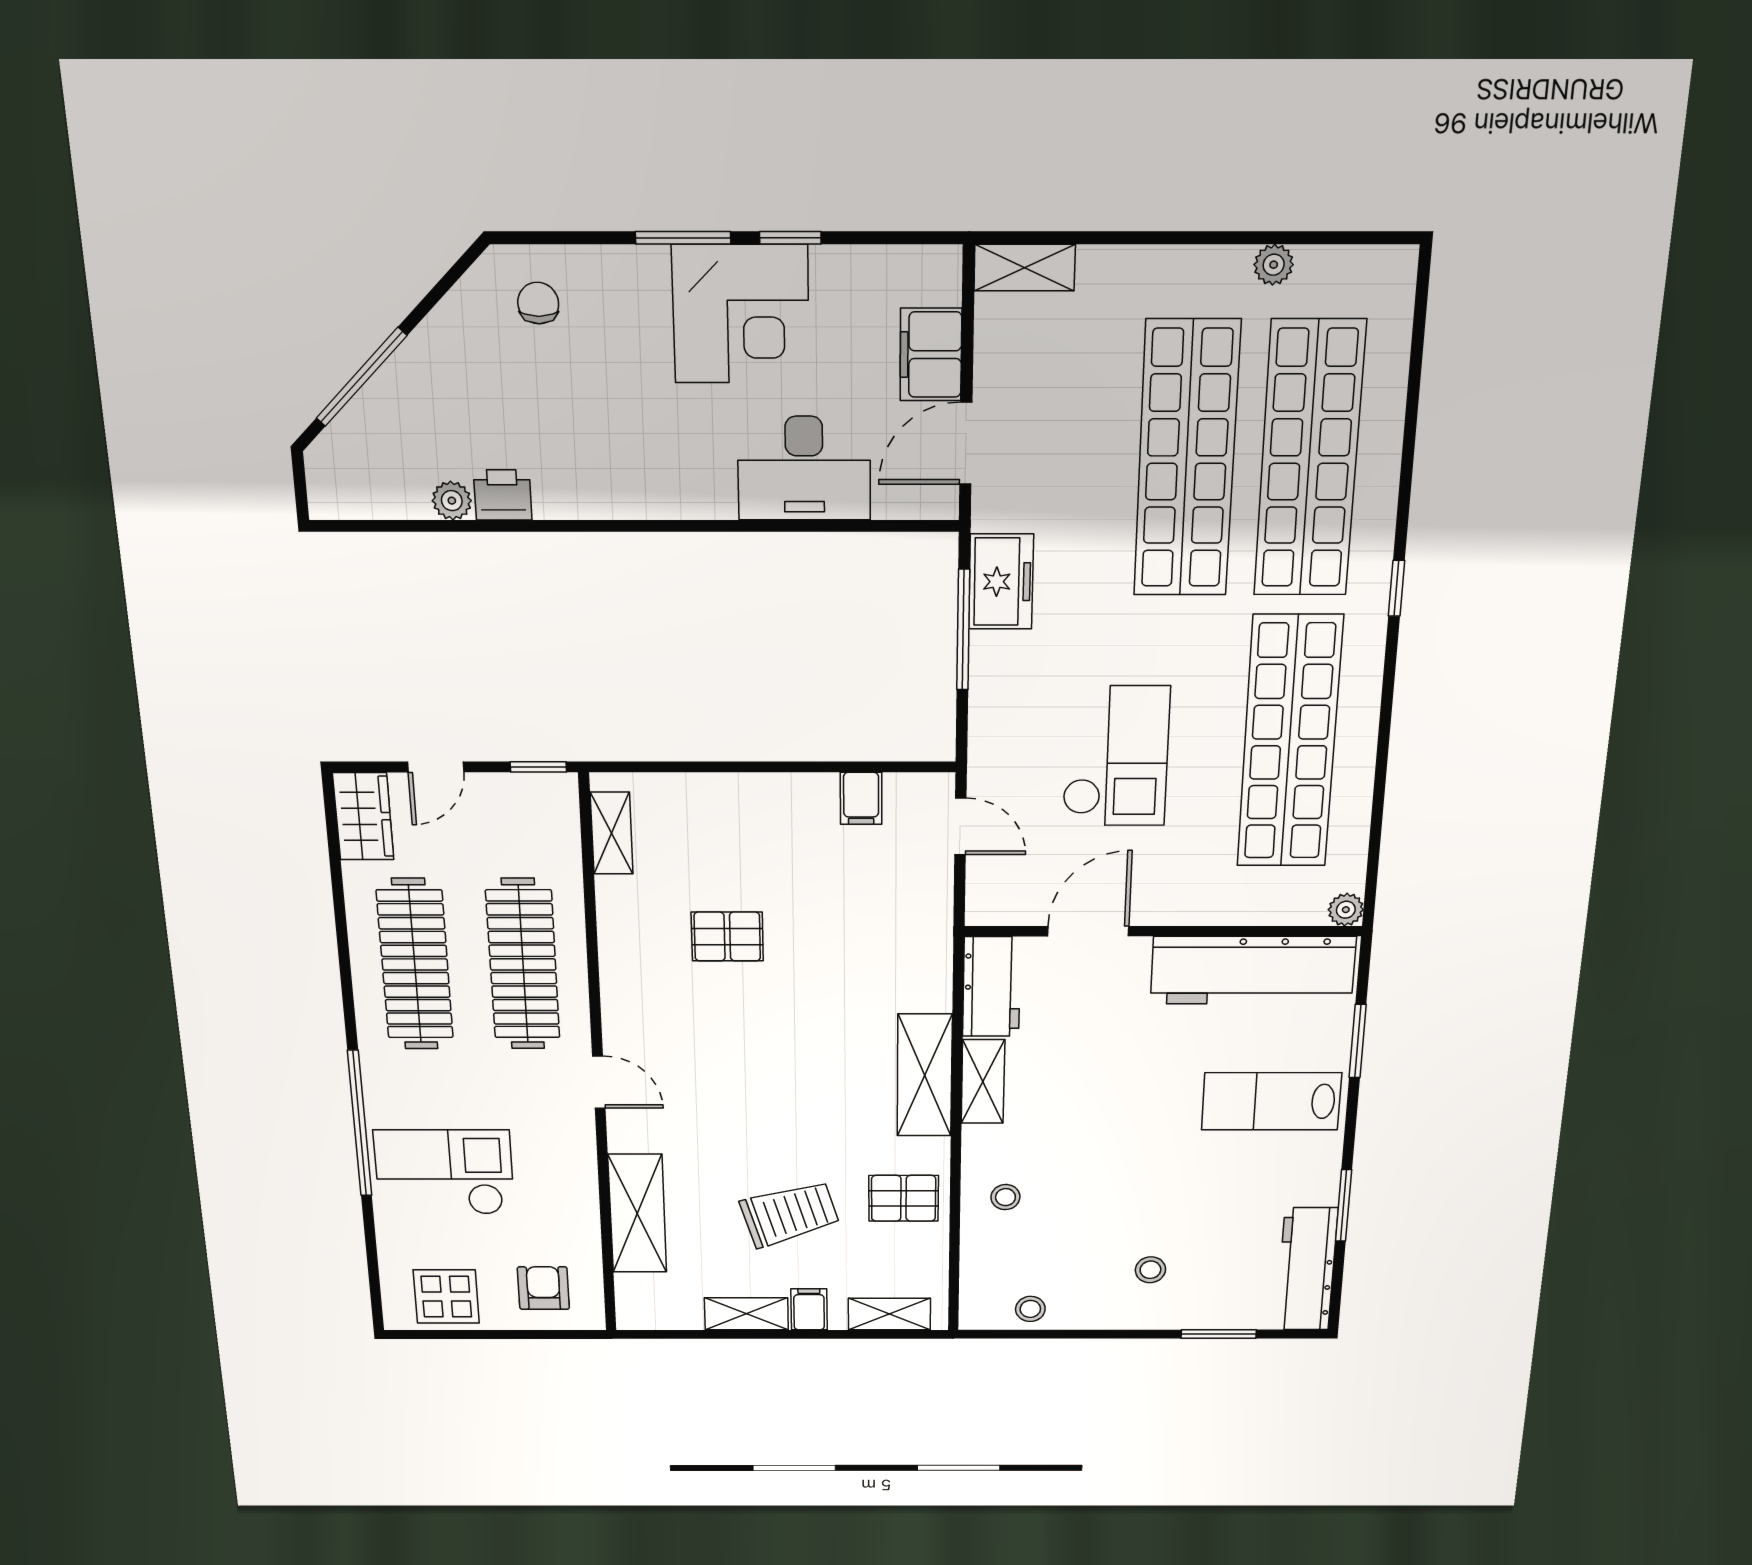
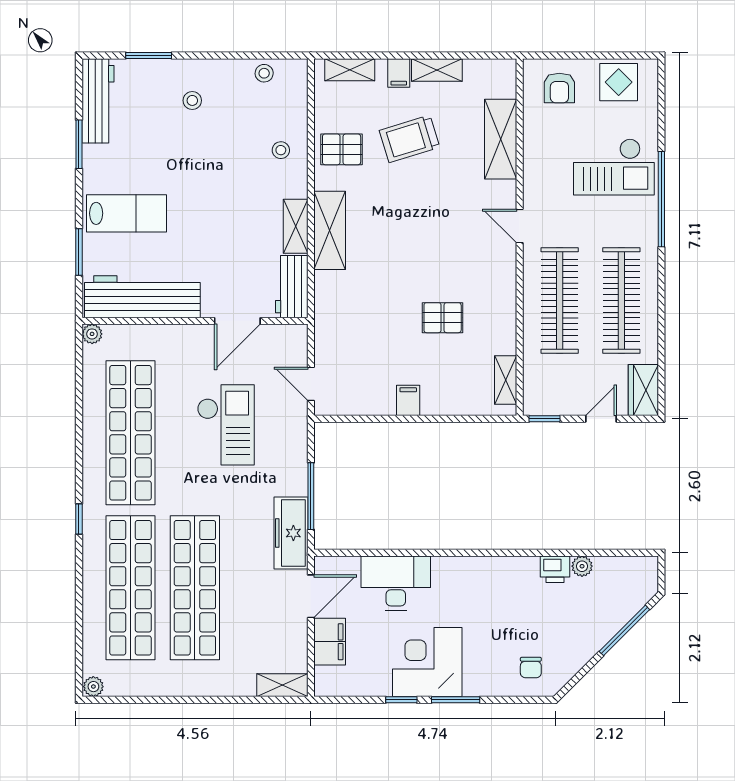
plant: (1274, 265) -> (93, 687), moved
freezer: (1001, 582) -> (291, 533), width x1.40
checkout: (1116, 756) -> (226, 425), turned 180
filing cabinet: (861, 798) -> (408, 400), moved

